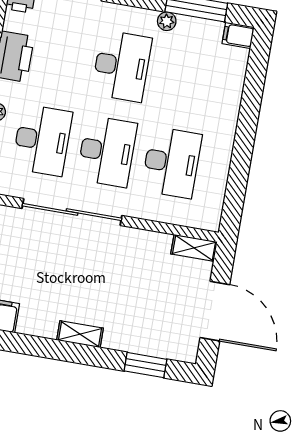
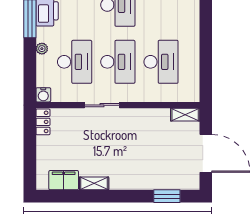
sliding door: (72, 212) -> (102, 105), width x0.54
shelving: (80, 334) -> (94, 183), moved

